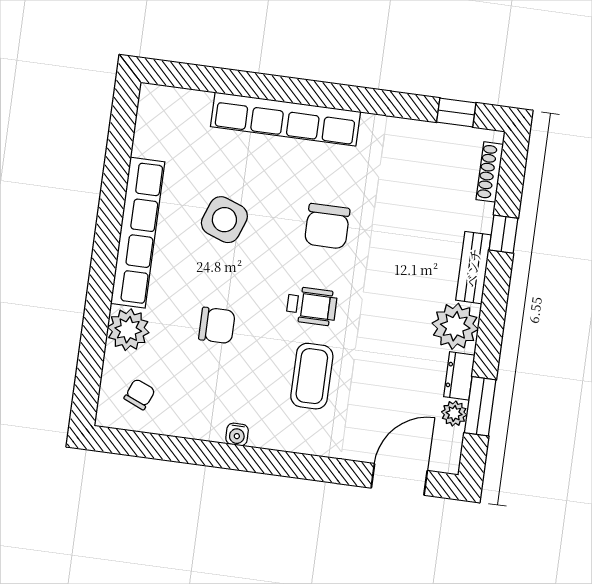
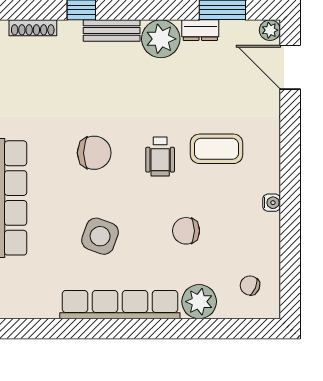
wheelchair: (312, 306) -> (160, 157), turned 180
chair: (217, 325) -> (186, 231), turned -90
plant: (454, 413) -> (270, 30), moved

